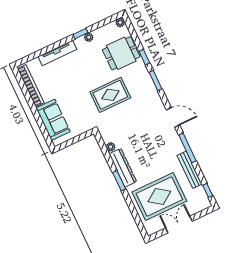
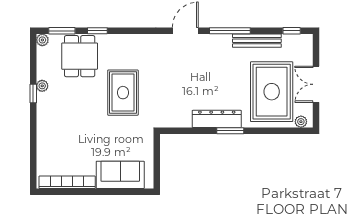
tv unit: (57, 53) -> (43, 132), removed
window: (155, 81) -> (62, 31), moved
plant: (111, 147) -> (301, 122), moved

